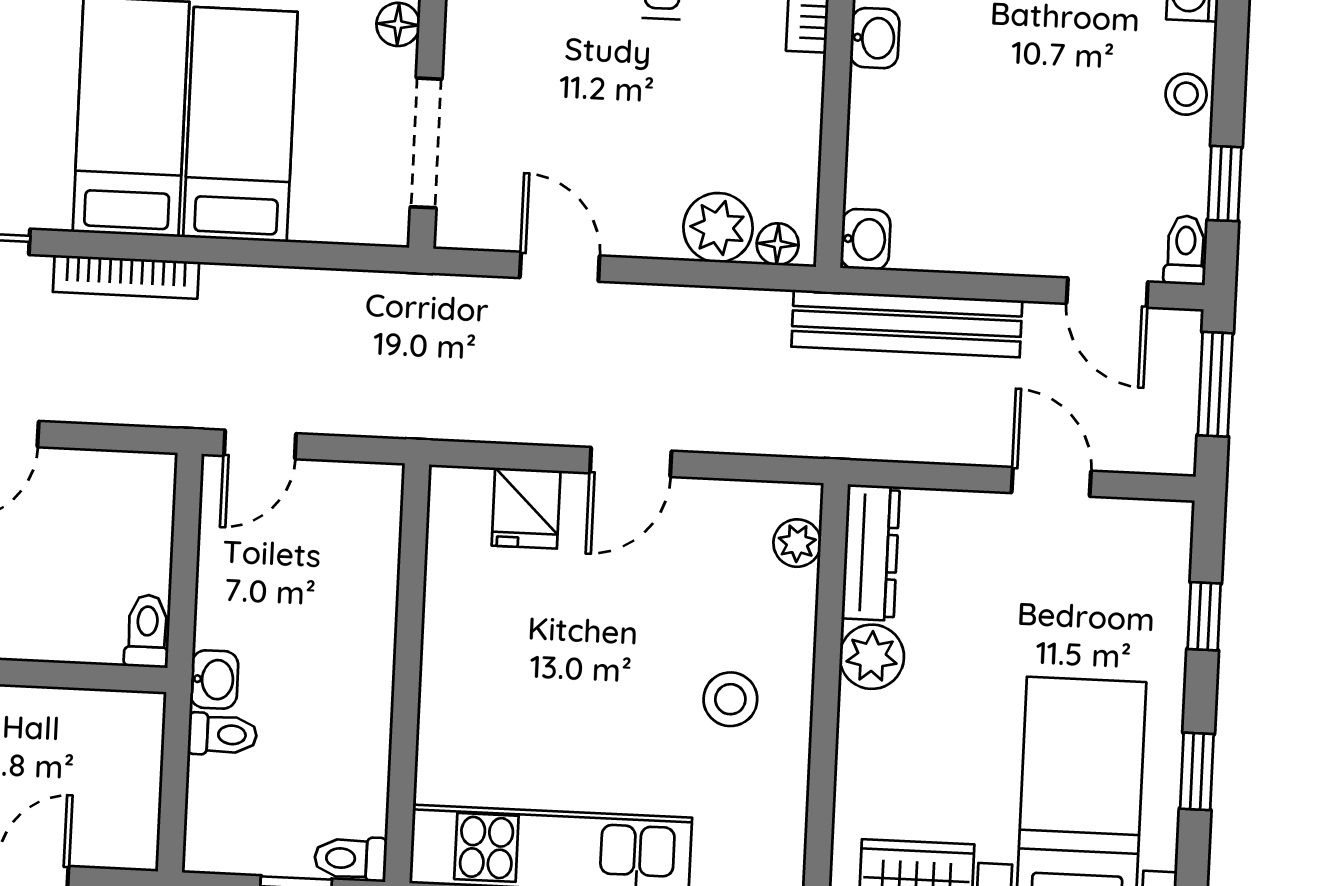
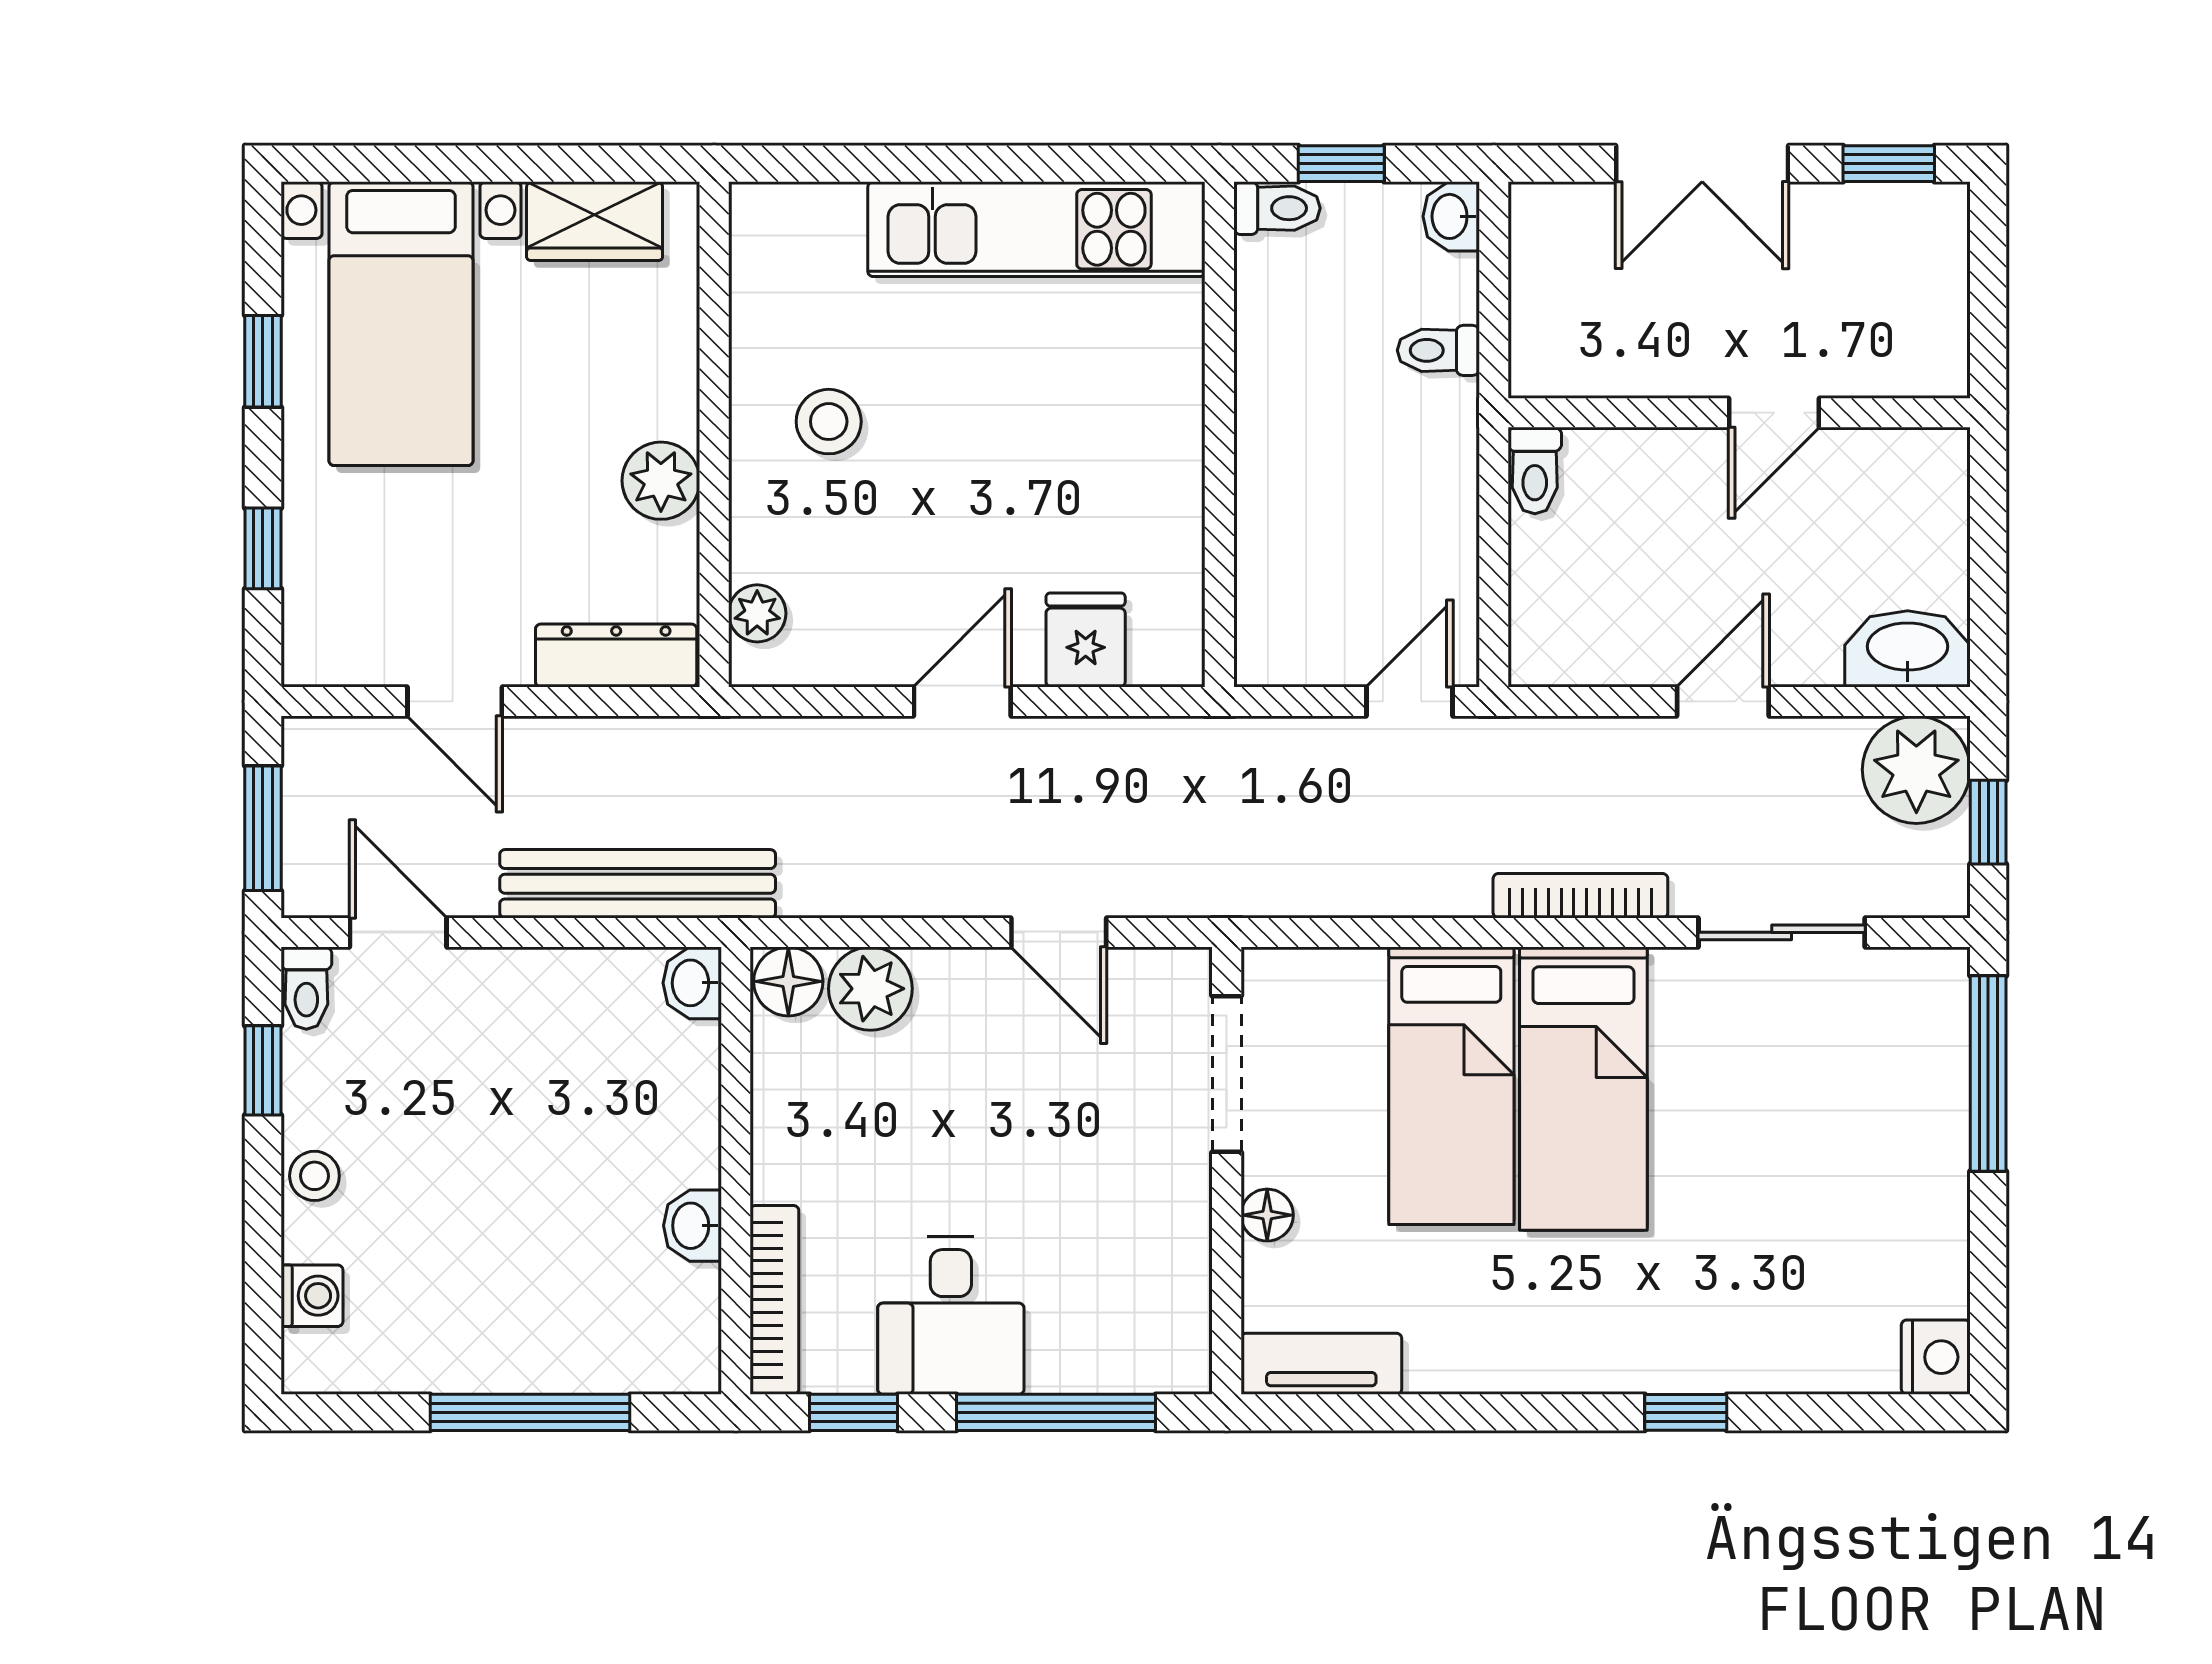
floor lamp: (778, 244) -> (788, 981), width x1.37, depth x1.37
dresser: (871, 553) -> (616, 656), moved, turned 90
washbasin: (214, 679) -> (1451, 216), moved

